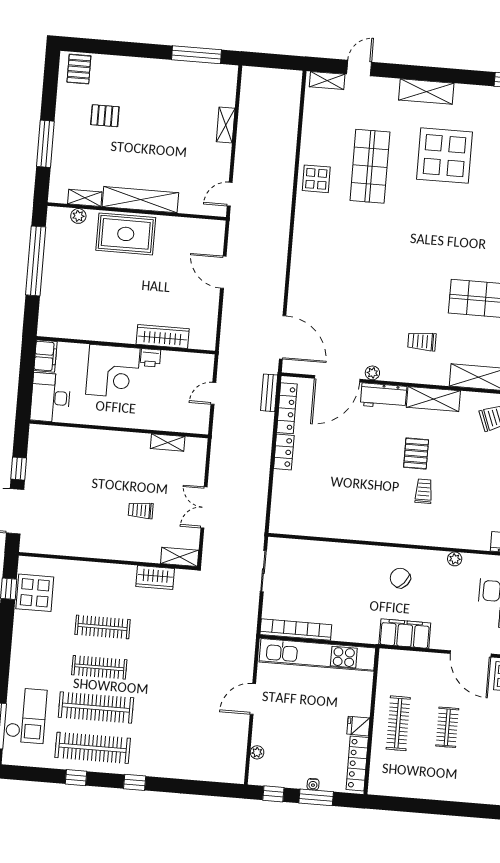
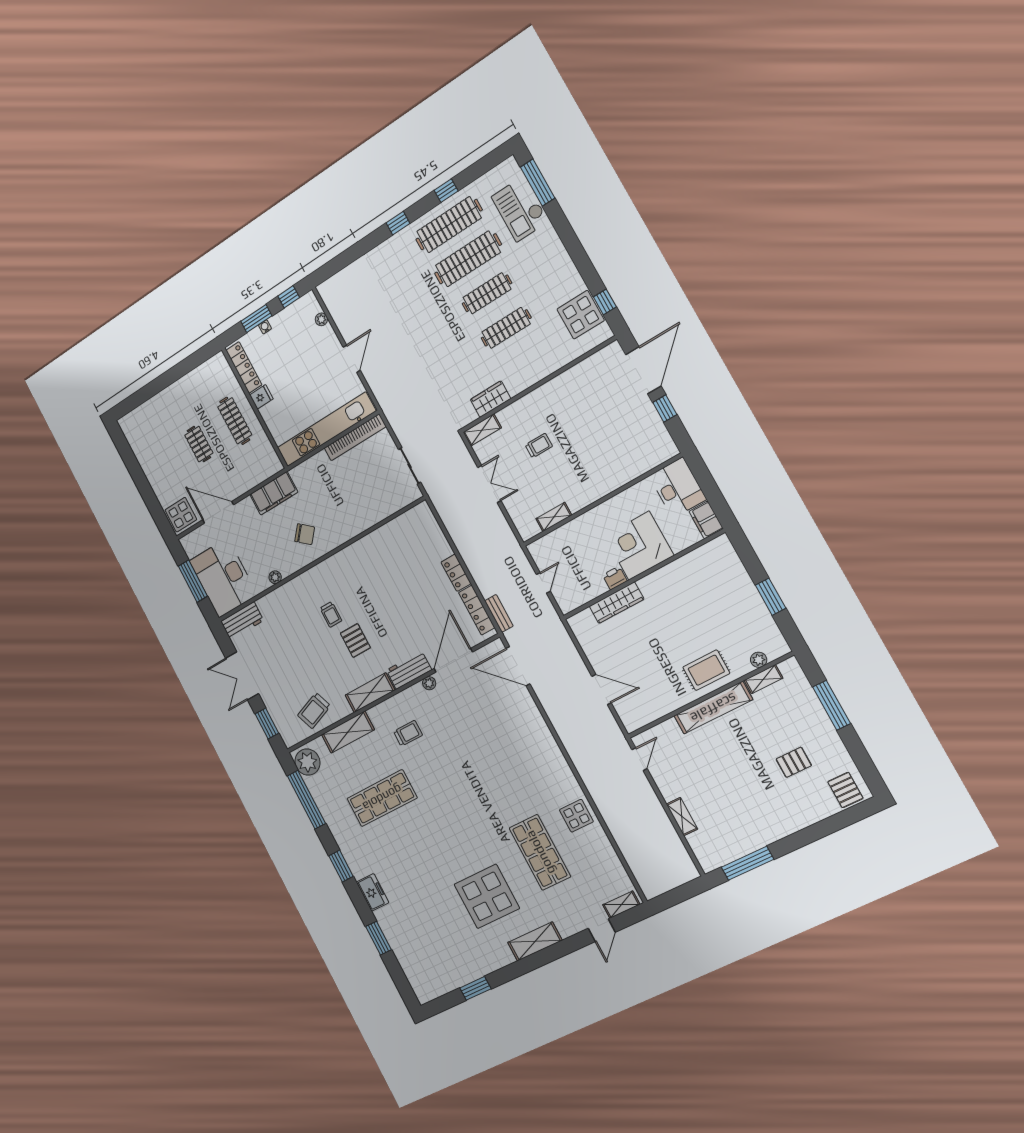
rug: (126, 234) -> (706, 670), width x0.73, depth x0.70
window: (36, 261) -> (771, 597), width x0.47

